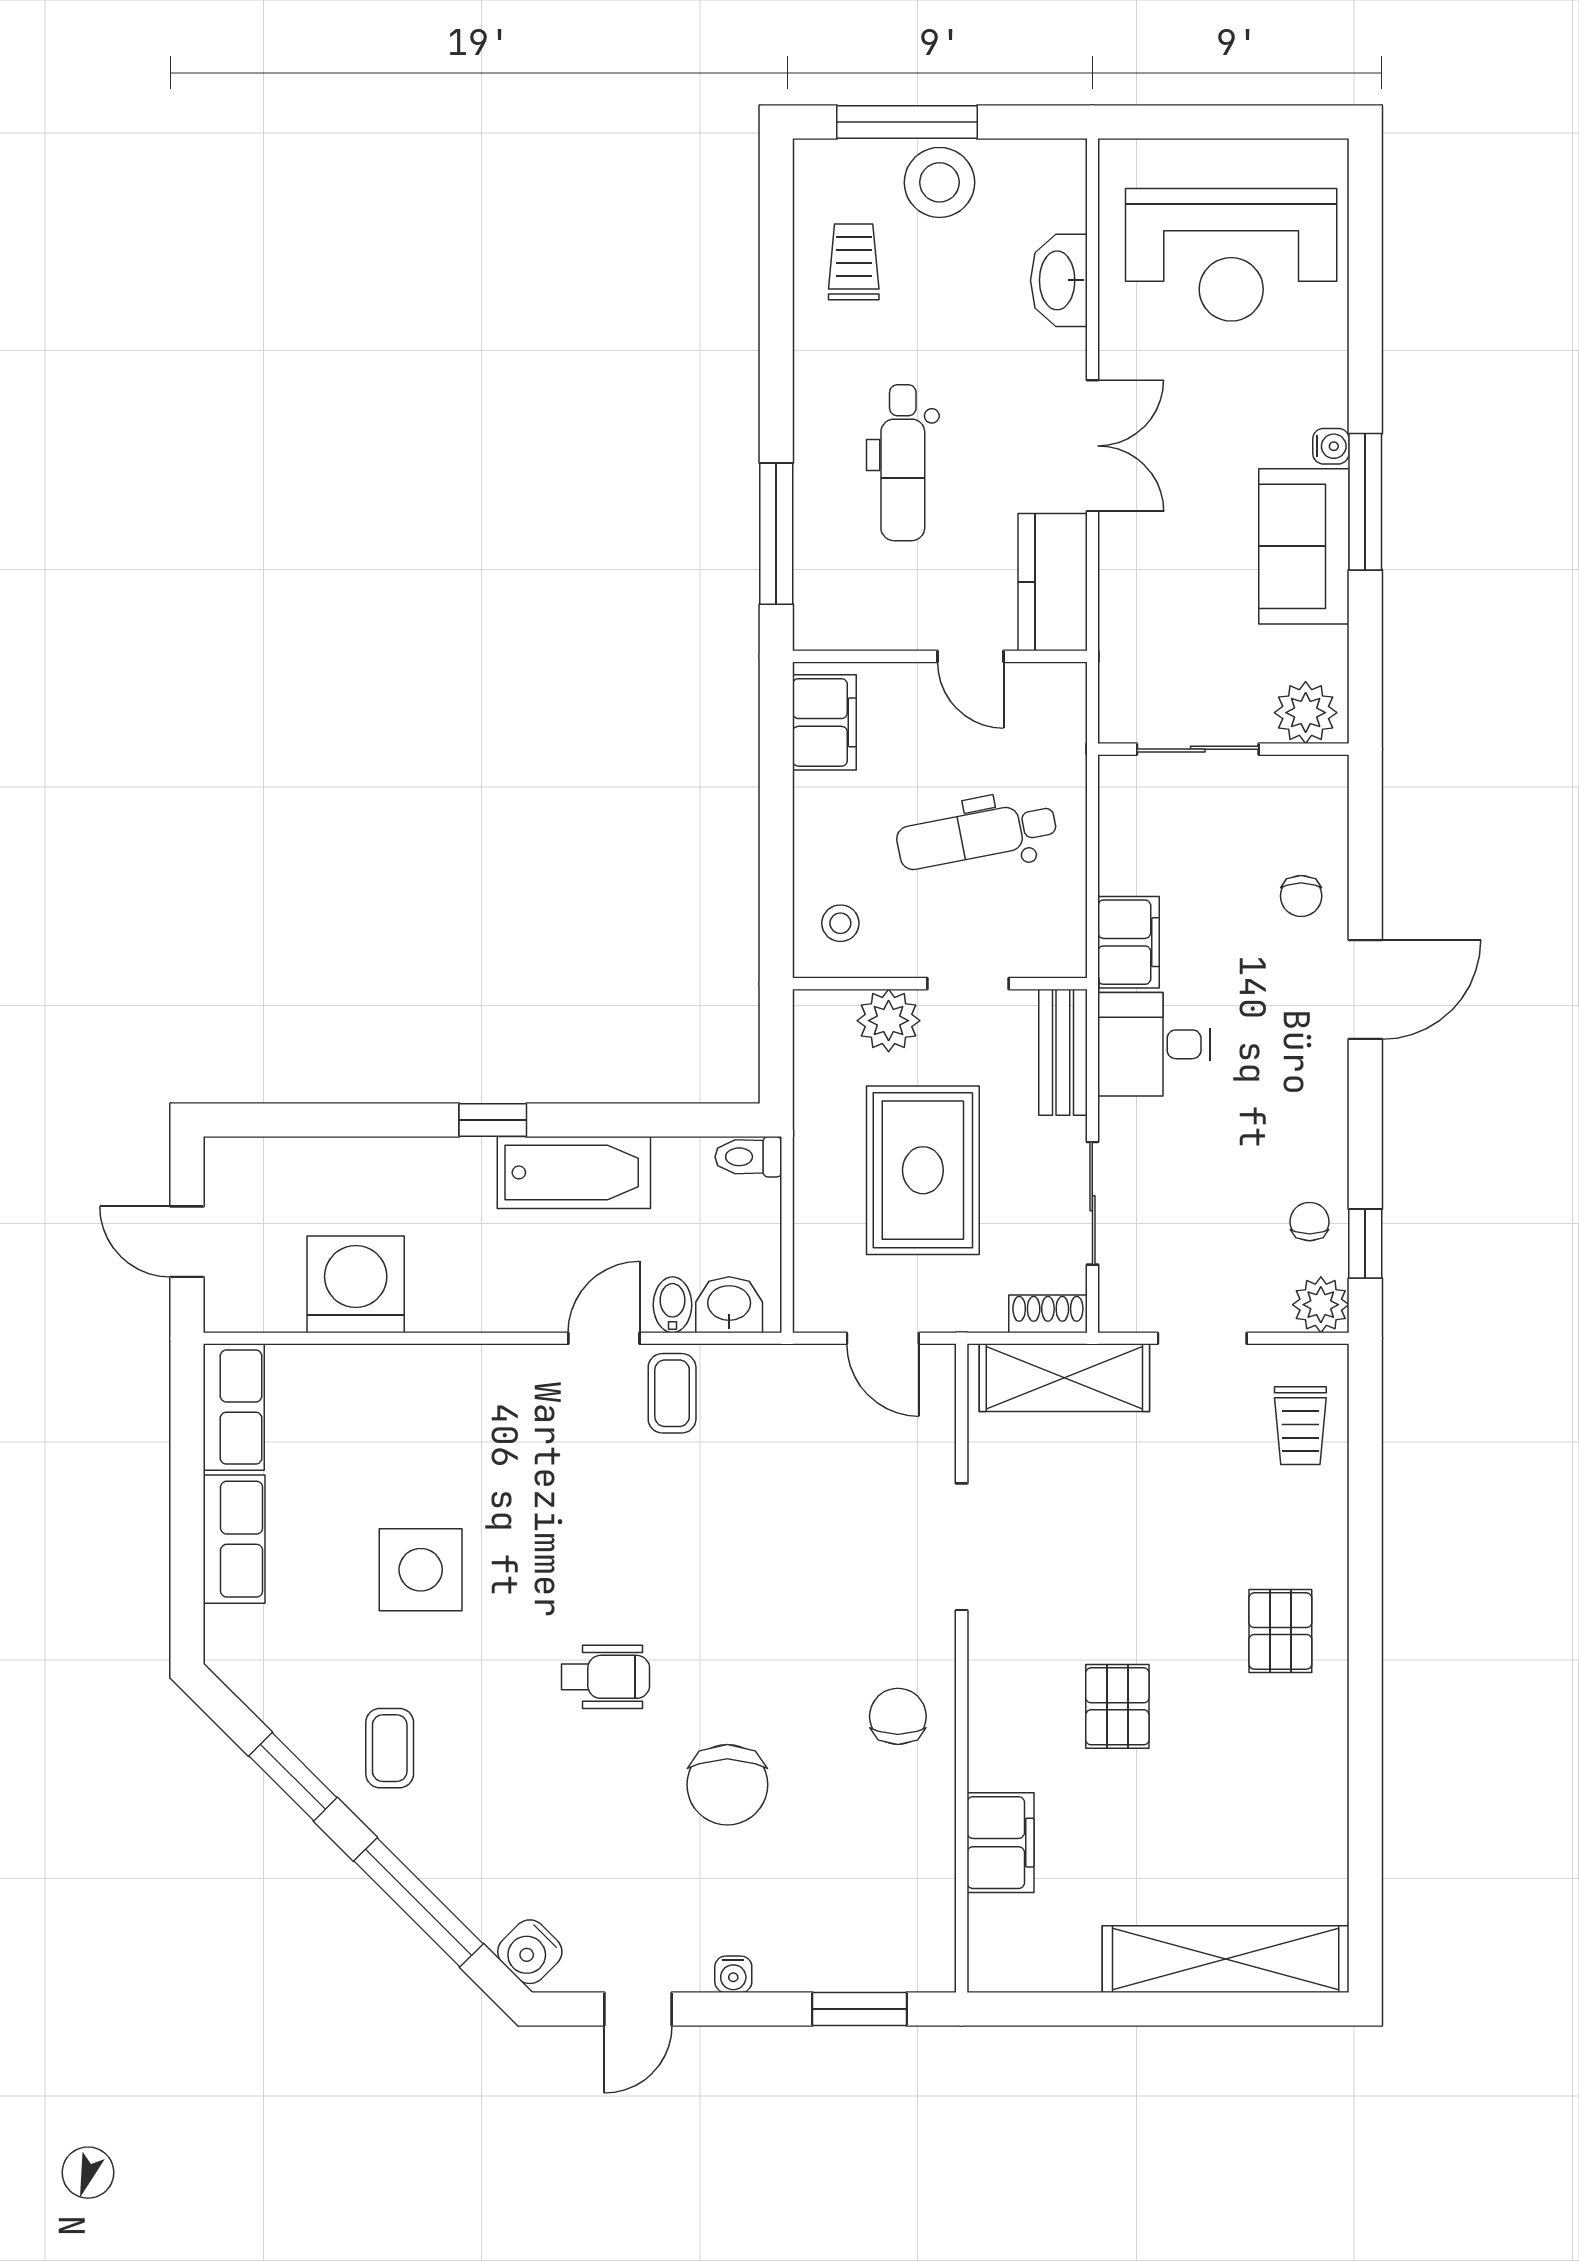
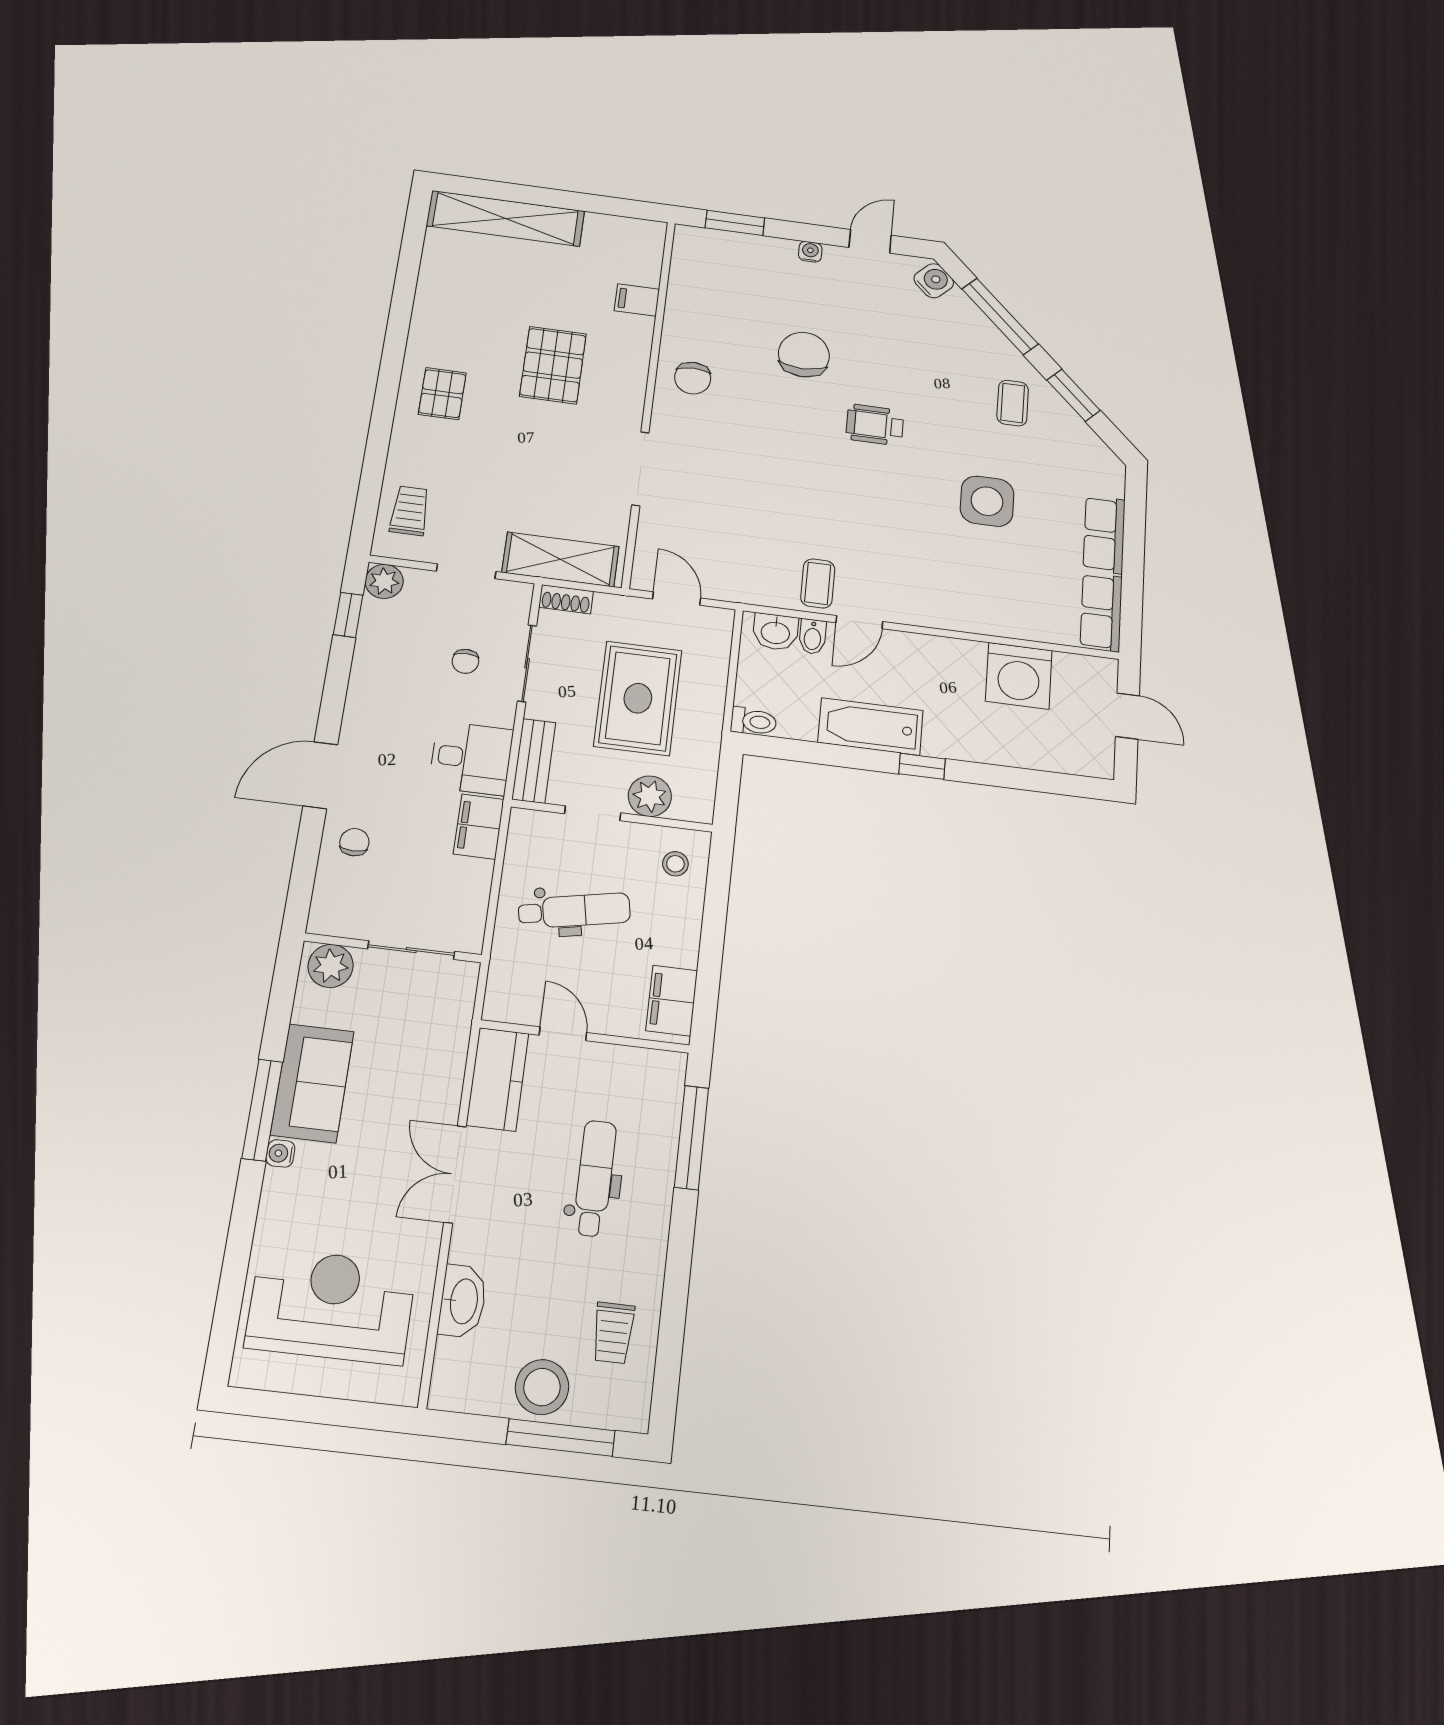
chair: (1310, 1222) -> (465, 661), moved
pallet: (1117, 1706) -> (553, 365), width x1.50, depth x1.42
filing cabinet: (1000, 1843) -> (637, 300), width x0.50

